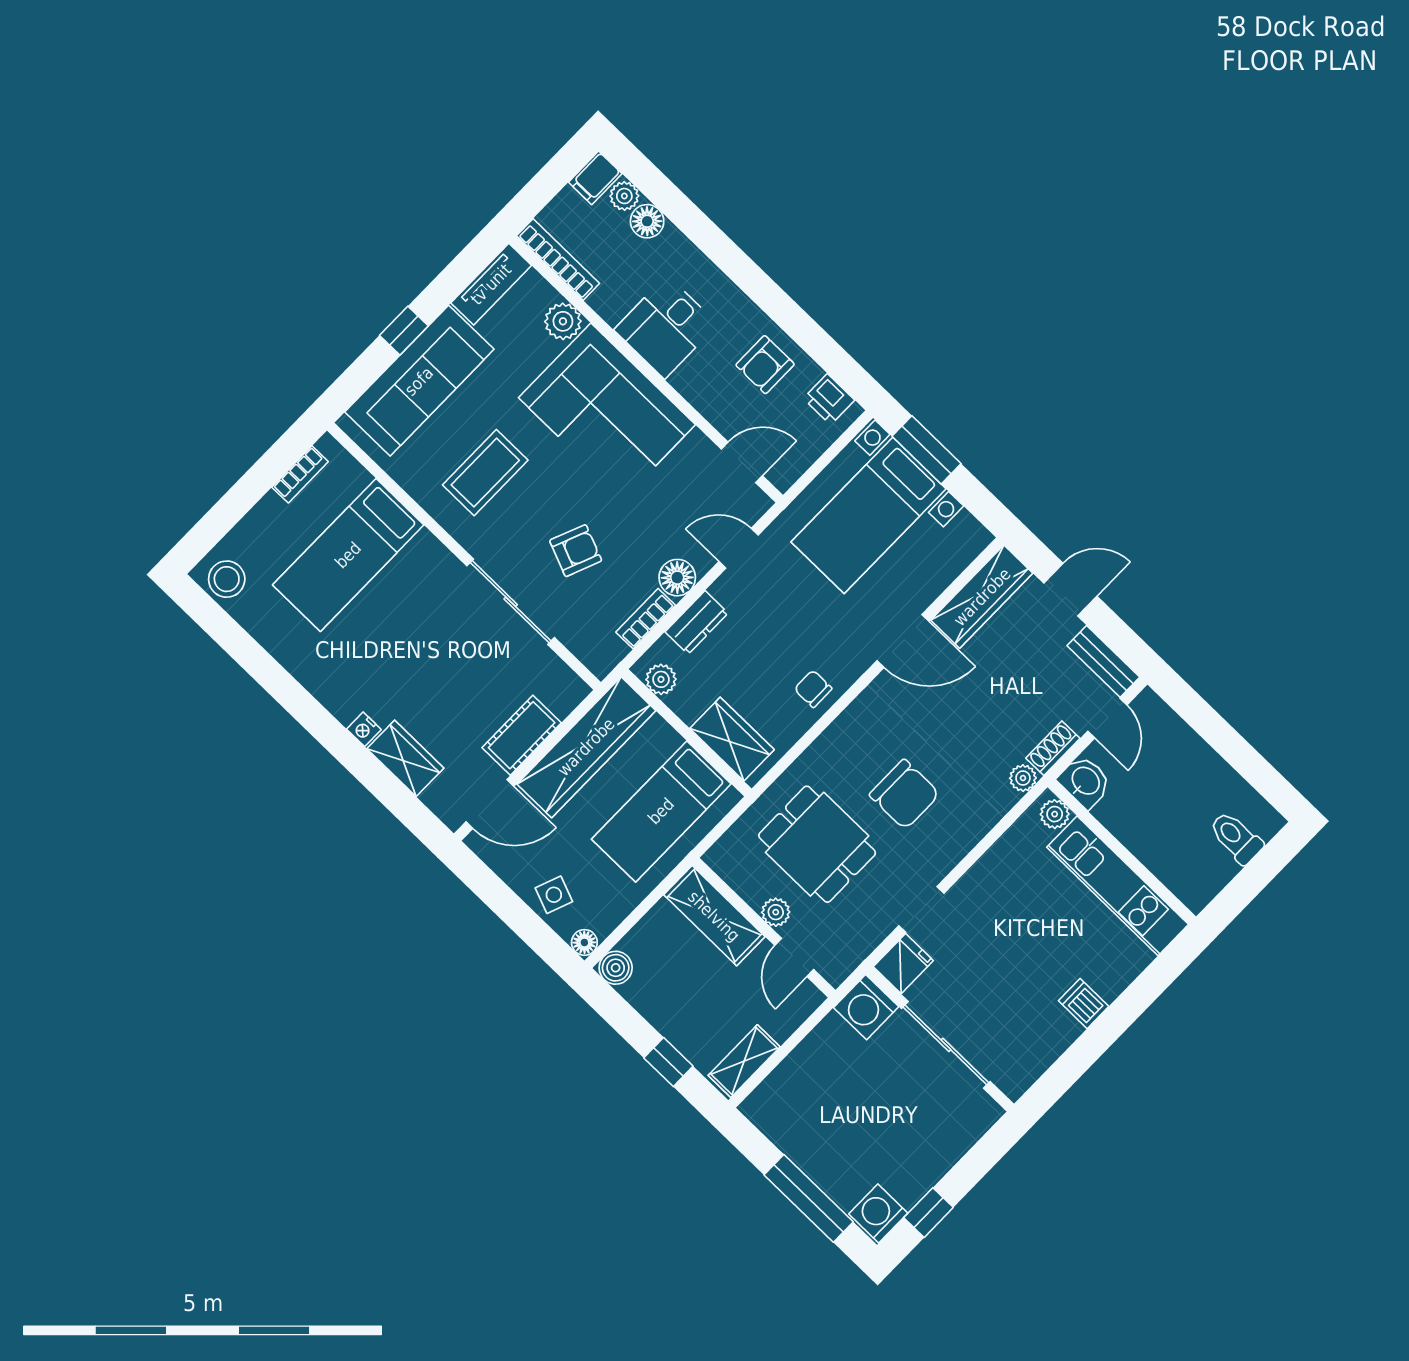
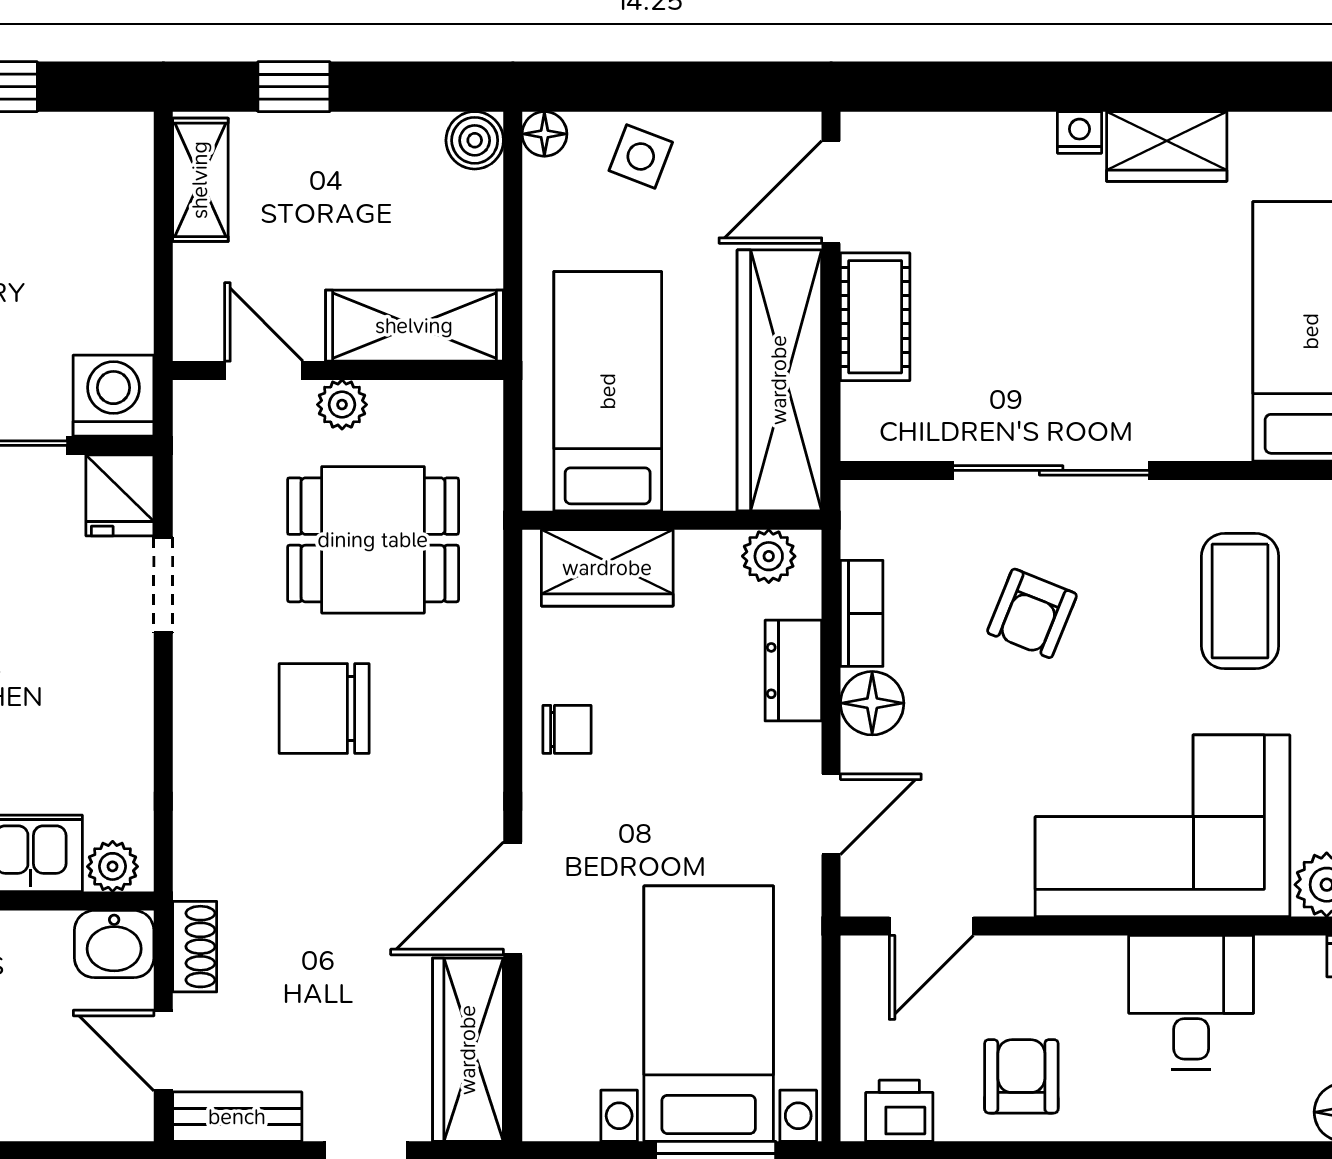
wardrobe: (405, 758) -> (1167, 146), moved
plant: (1023, 778) -> (196, 873), removed

